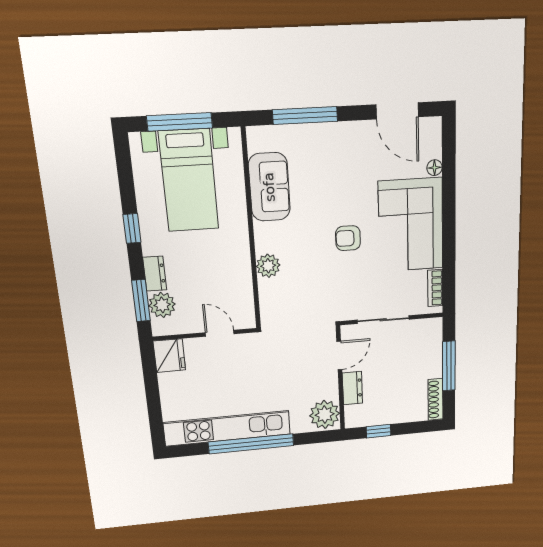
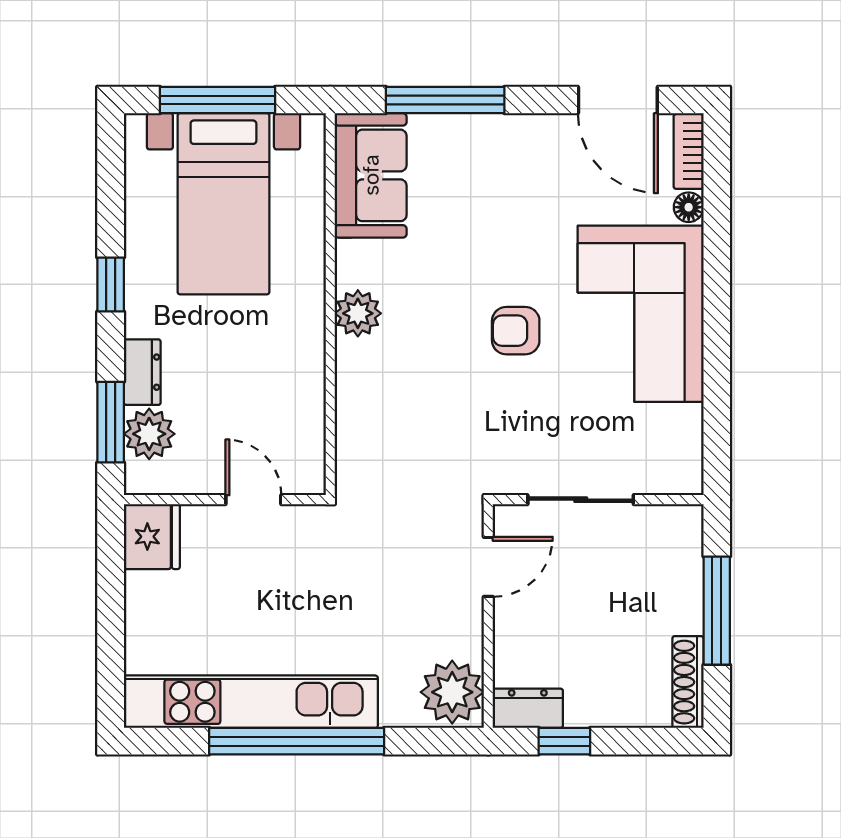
sofa: (269, 187) -> (371, 175), moved
plant: (268, 266) -> (358, 313), moved
bookcase: (435, 288) -> (689, 151), moved
dresser: (352, 388) -> (528, 708), moved, turned -90

